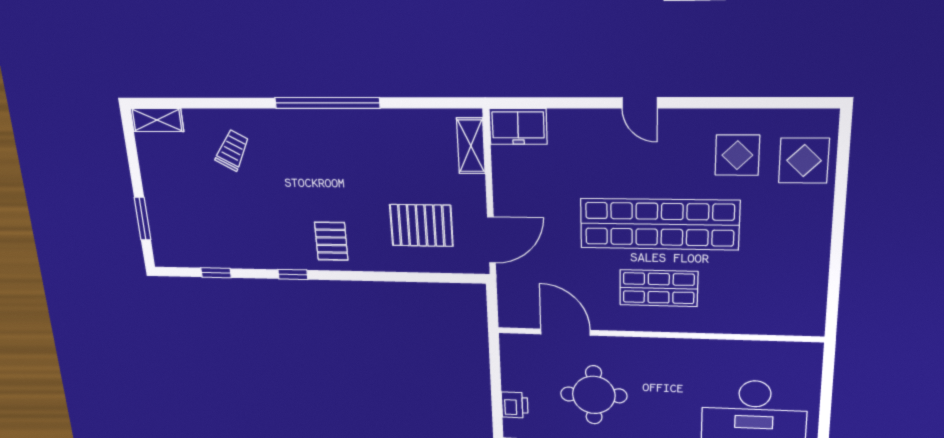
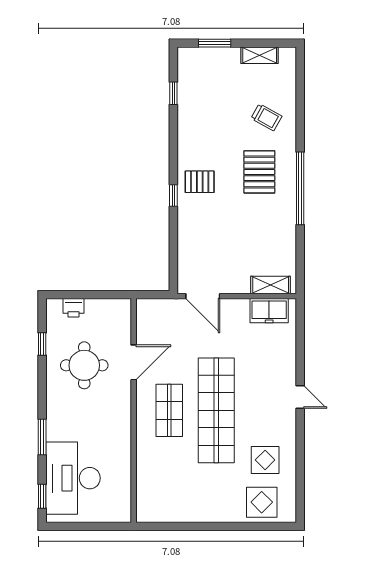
door: (640, 103) -> (300, 397), swing flipped
shelving: (157, 120) -> (260, 55), moved, turned 90
freezer: (518, 126) -> (269, 311), moved, turned -90
pallet: (421, 225) -> (259, 172), moved
window: (293, 274) -> (173, 195), moved
door: (565, 332) -> (134, 362), moved

